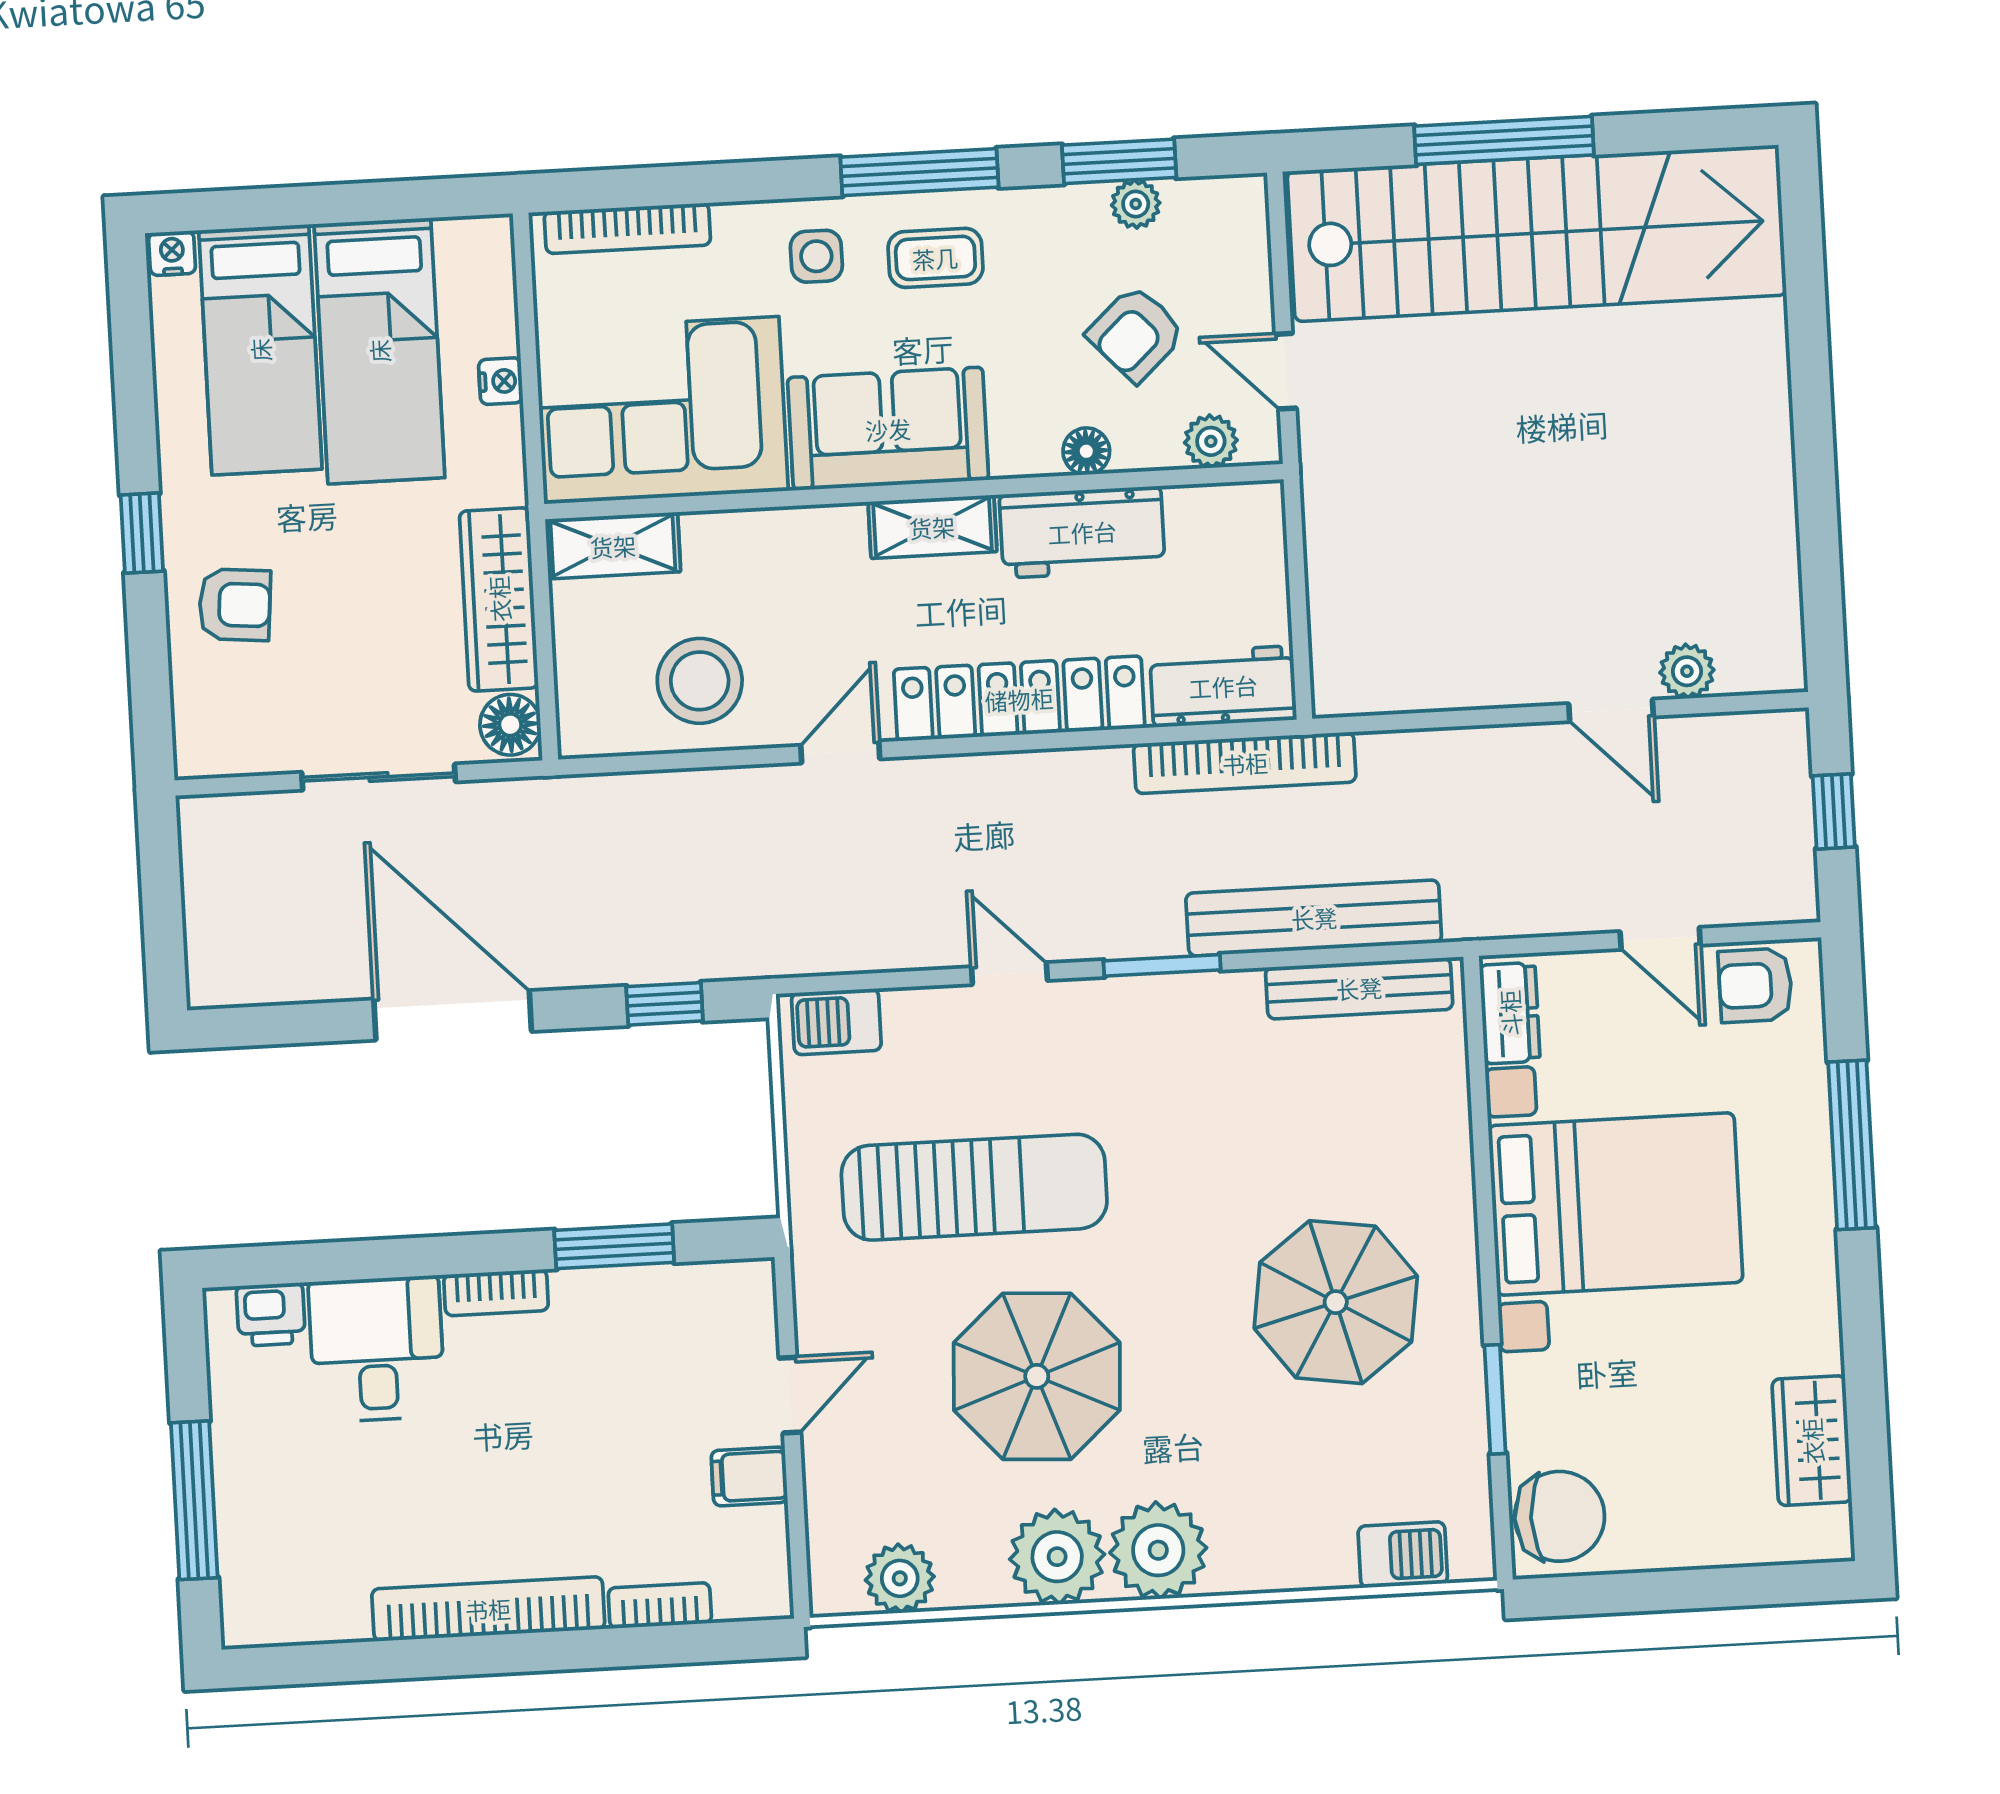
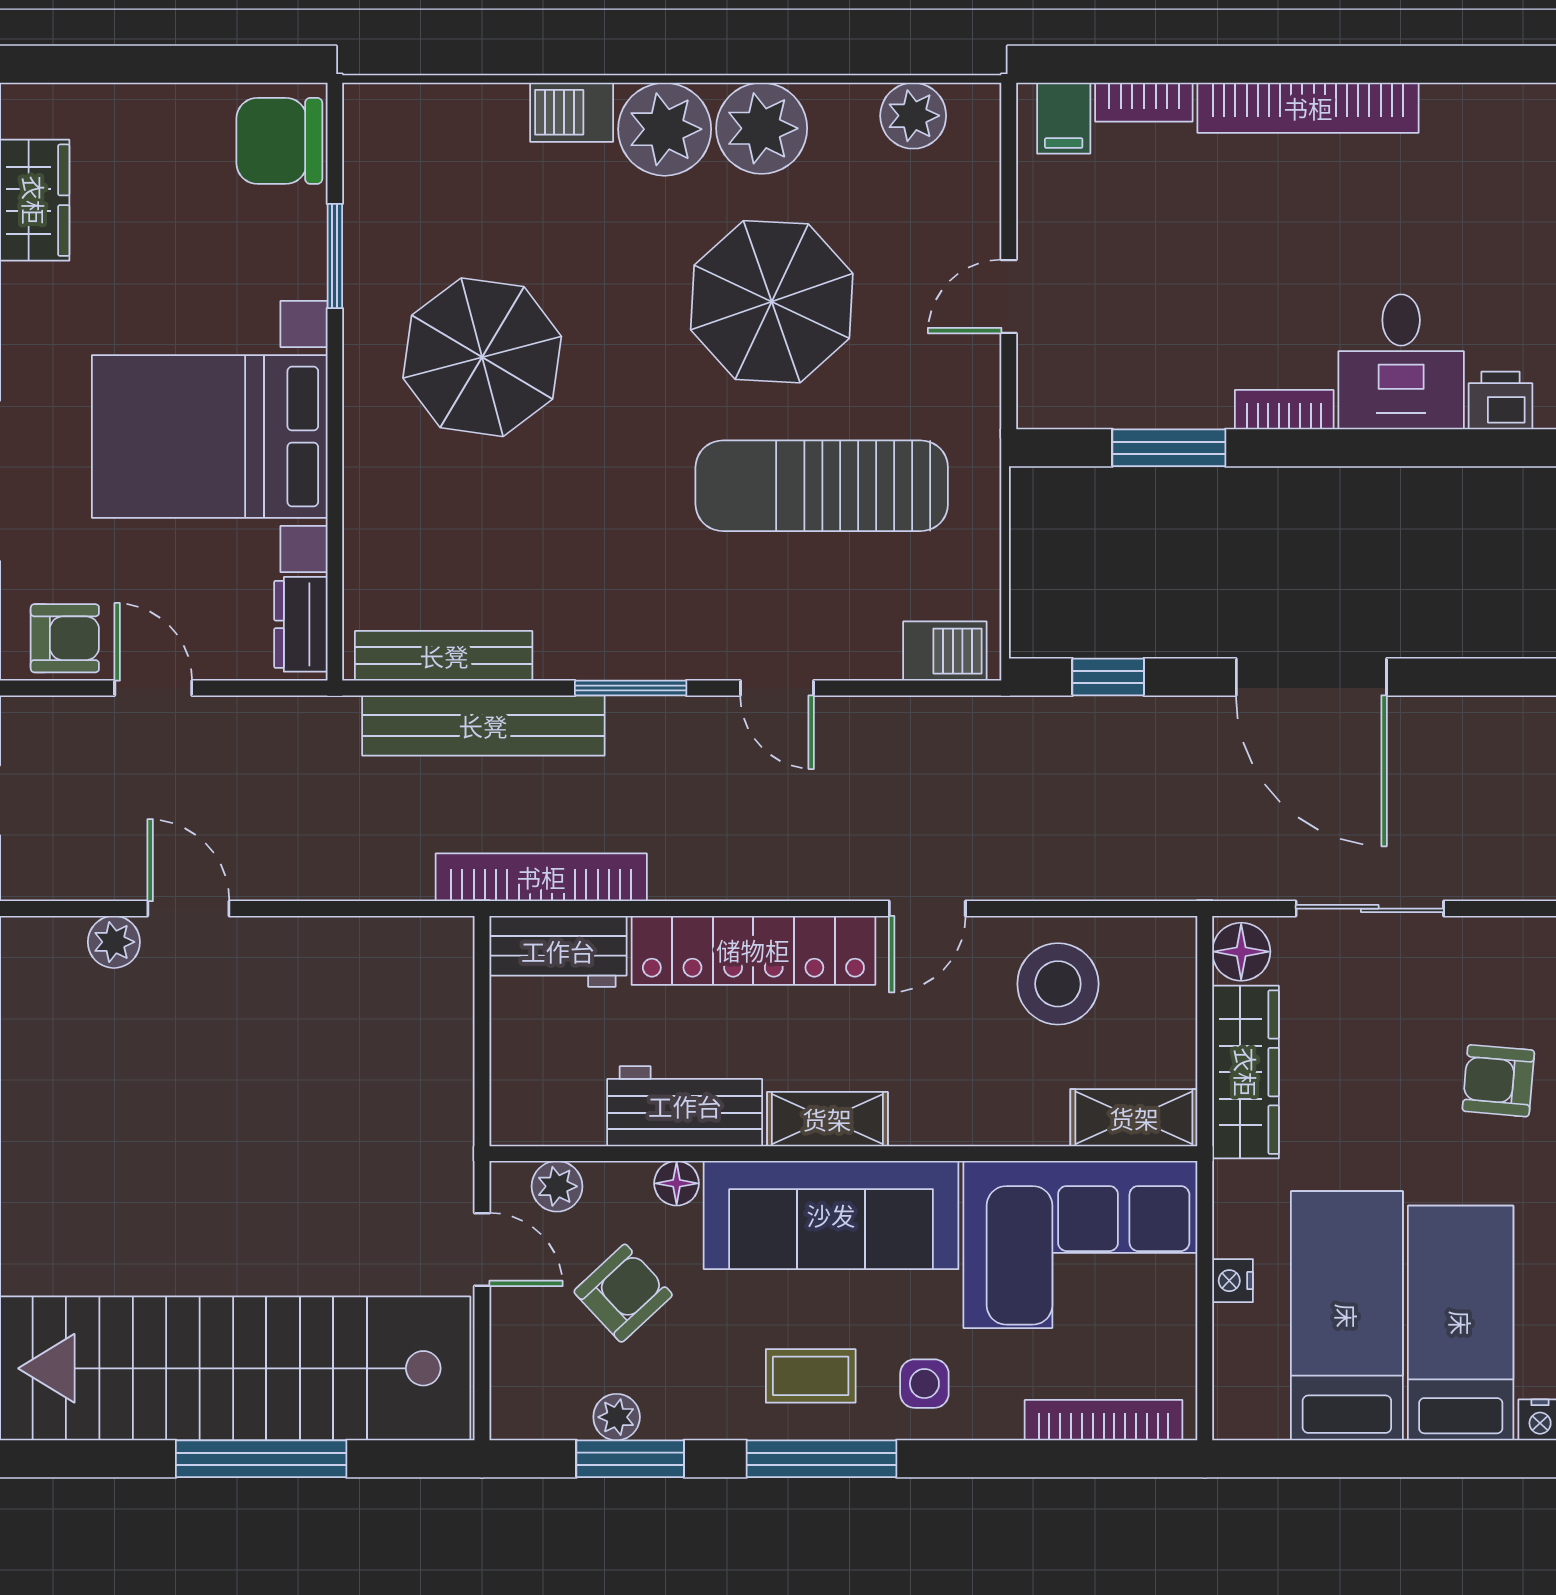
sofa: (888, 429) -> (831, 1215), width x1.36
filing cabinet: (749, 1476) -> (1064, 118), moved, turned 90
barbecue: (1403, 1555) -> (572, 112), moved

